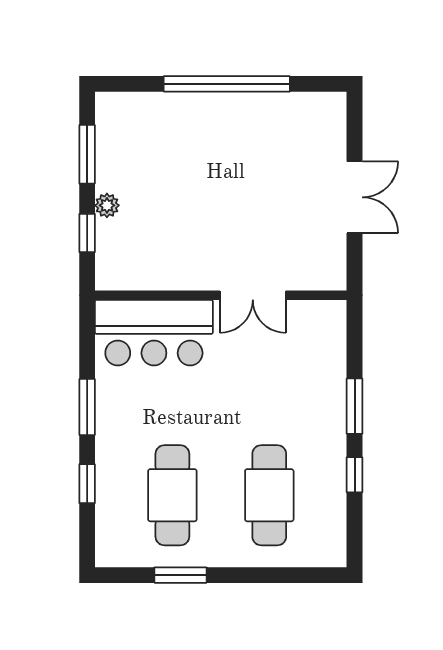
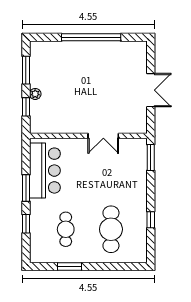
bar counter: (154, 333) -> (45, 171), moved, turned -90
window: (355, 406) -> (151, 158), moved
cafe table: (172, 495) -> (66, 229), width x0.73, depth x0.74

